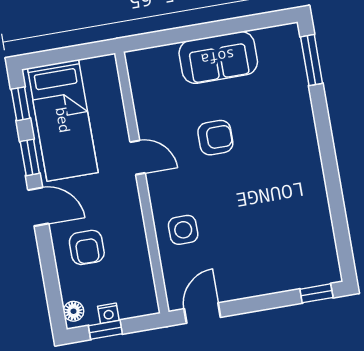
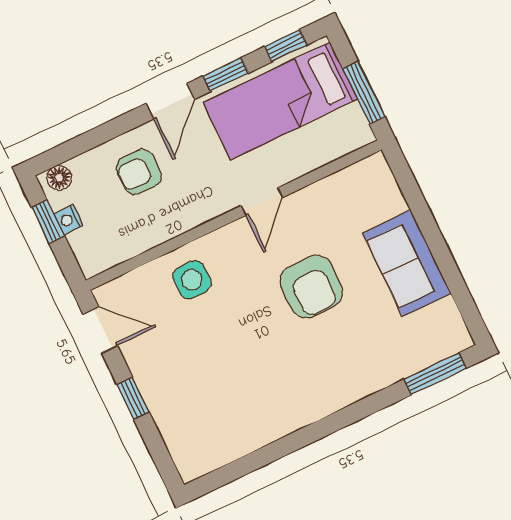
window: (75, 53) -> (364, 93), added
armchair: (215, 138) -> (311, 287), width x1.38, depth x1.38
window: (316, 293) -> (133, 398), moved

